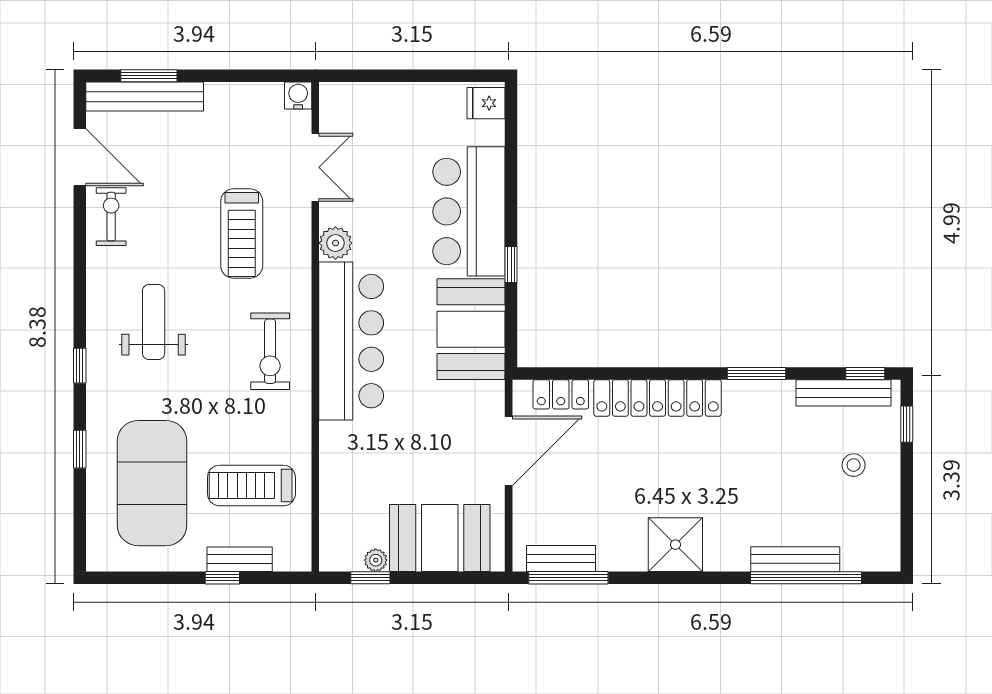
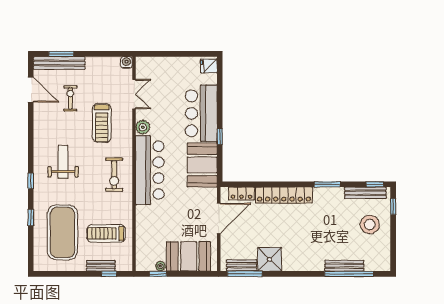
exercise bike: (111, 217) -> (70, 98), moved
stool: (854, 465) -> (370, 224), width x1.89, depth x1.89
shower: (675, 545) -> (270, 259), moved
window: (222, 578) -> (109, 274), moved

